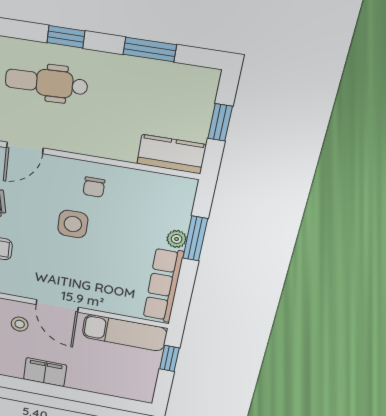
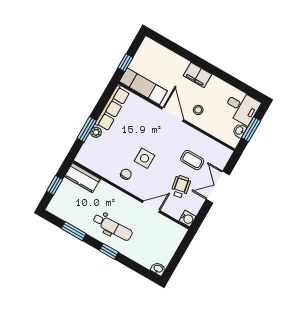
dental chair: (46, 83) -> (113, 227), moved

